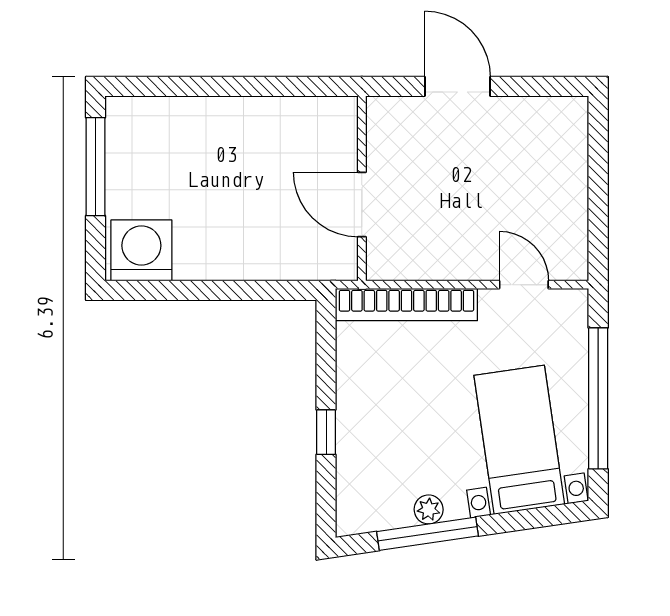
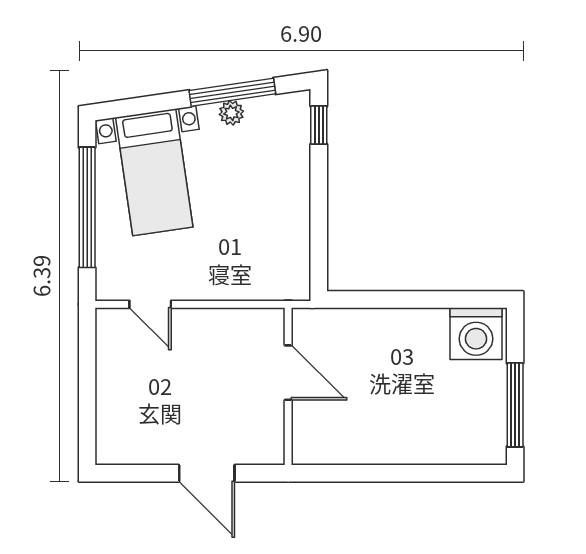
bookcase: (406, 305) -> (250, 287), removed
window: (326, 432) -> (319, 125), moved

